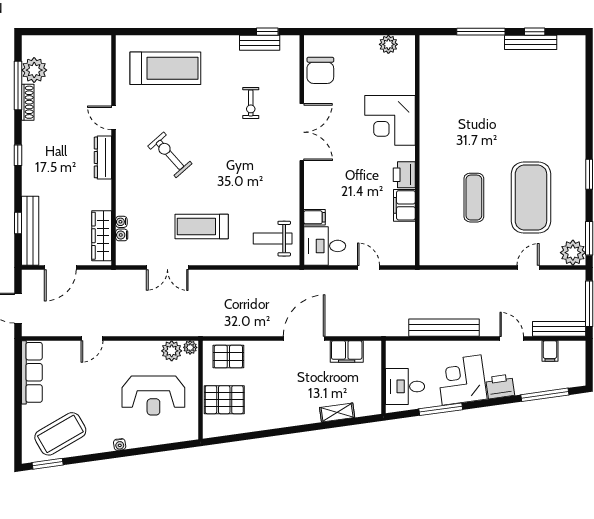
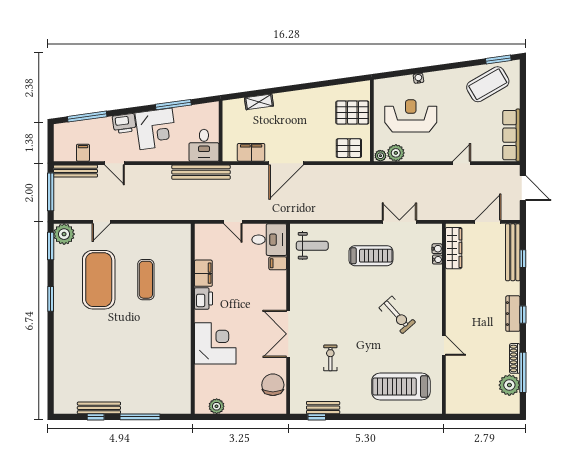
dresser: (103, 157) -> (513, 314), moved, turned 180
bench: (444, 328) -> (201, 172), moved
desk: (405, 386) -> (204, 145), moved, turned 90
water cooler: (120, 444) -> (418, 78), moved

